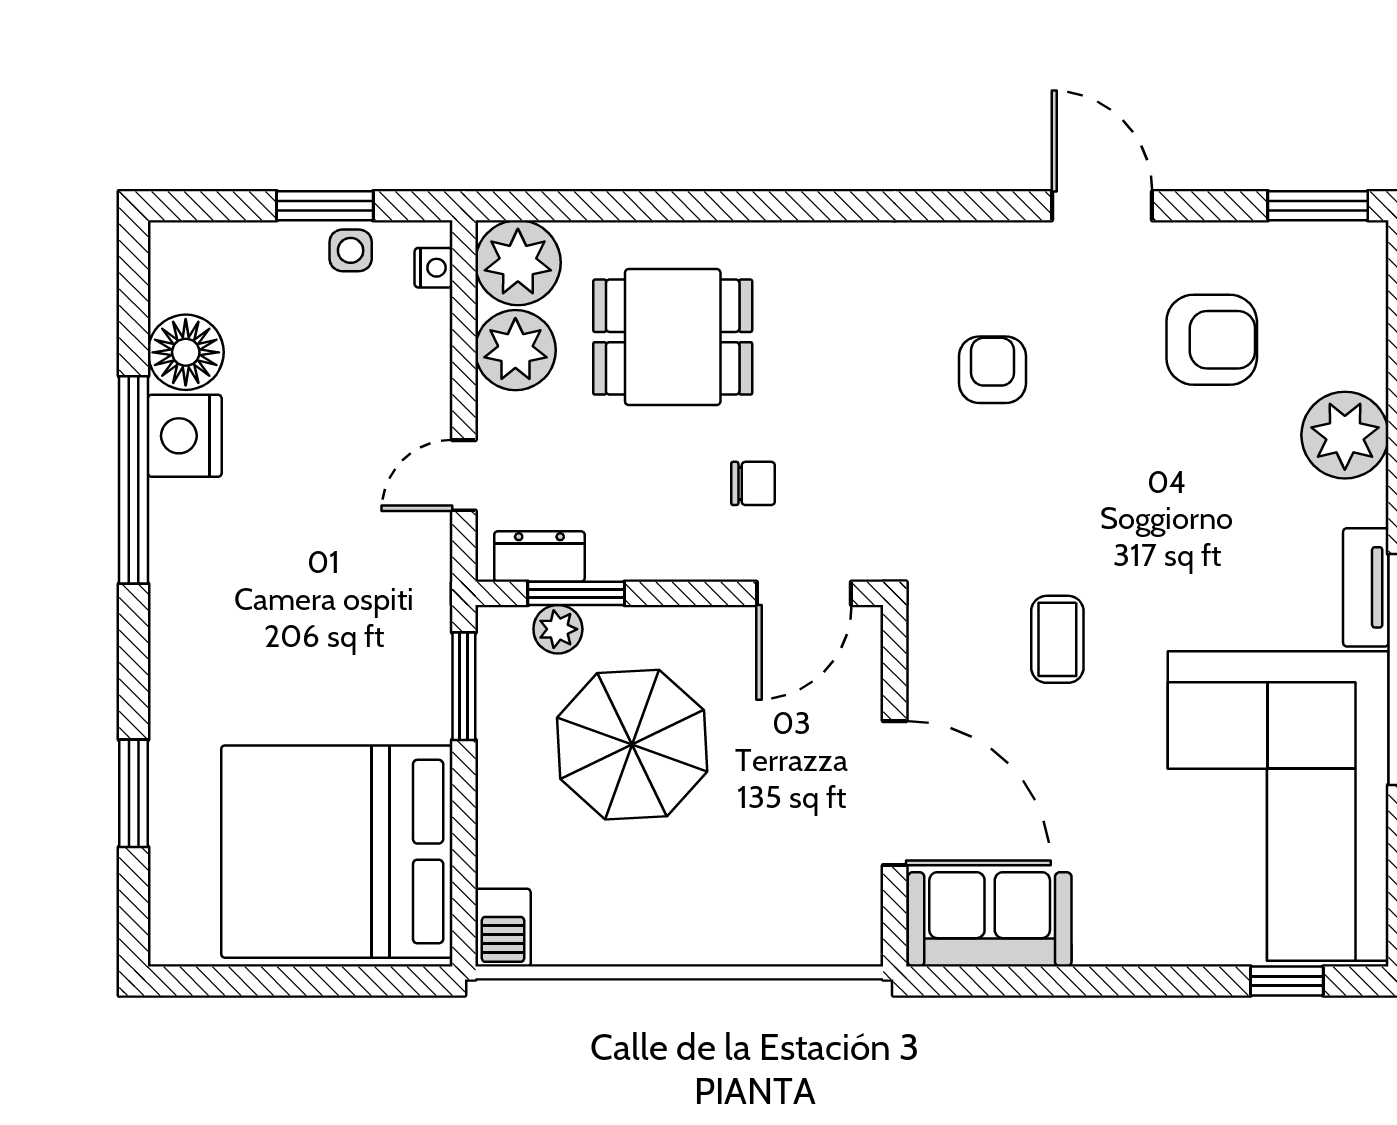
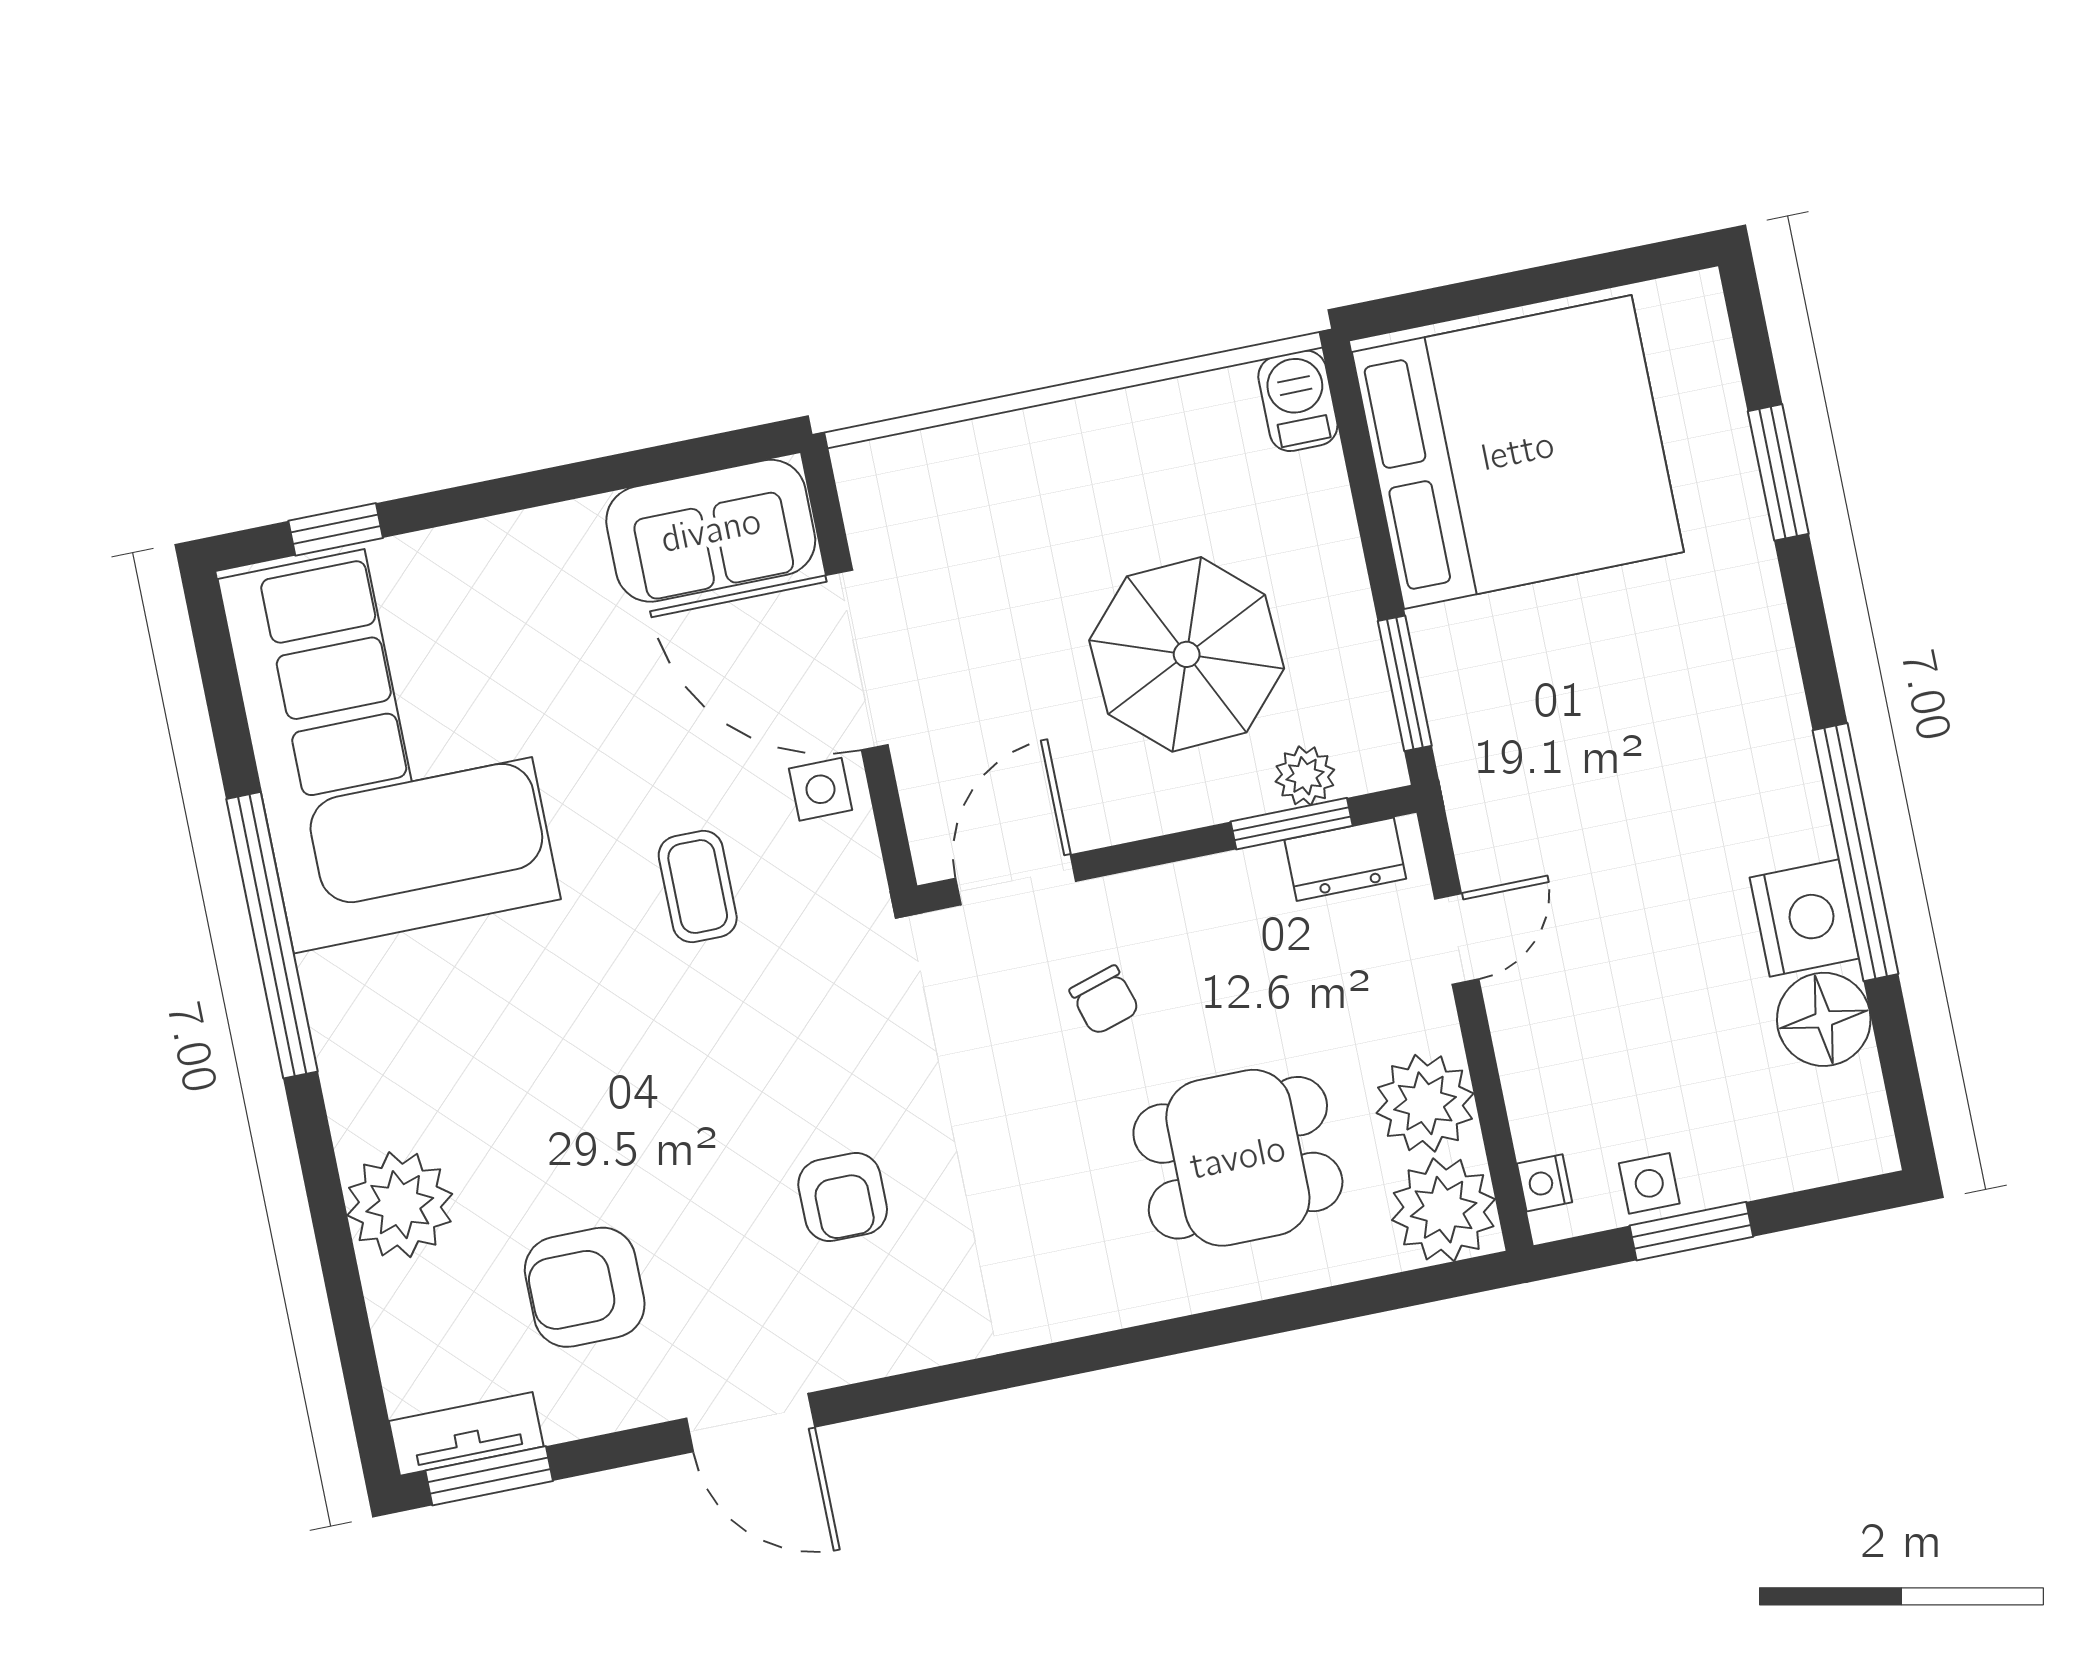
chair: (753, 483) -> (1105, 1000), turned -107
tv unit: (1366, 587) -> (466, 1434), moved, turned -90
side table: (944, 697) -> (820, 789), added

